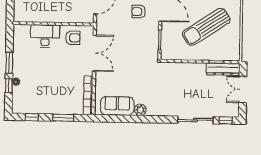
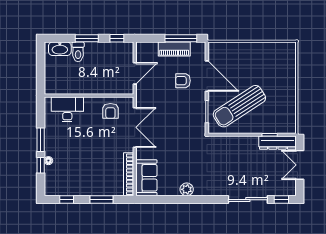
sun lounger: (206, 27) -> (239, 106), moved
desk: (45, 36) -> (67, 109), moved
armchair: (73, 38) -> (110, 111), turned 90
sofa: (117, 106) -> (146, 178), moved, turned 90

